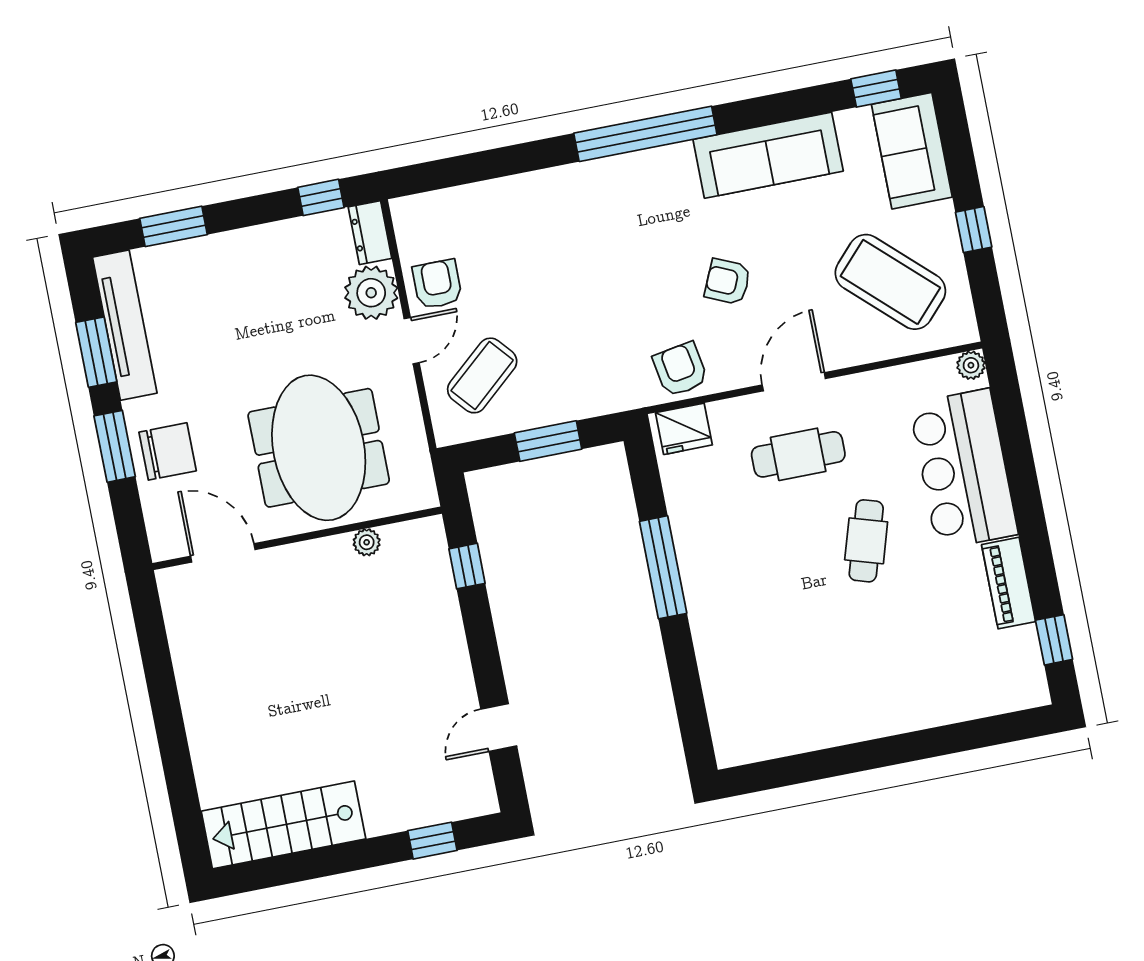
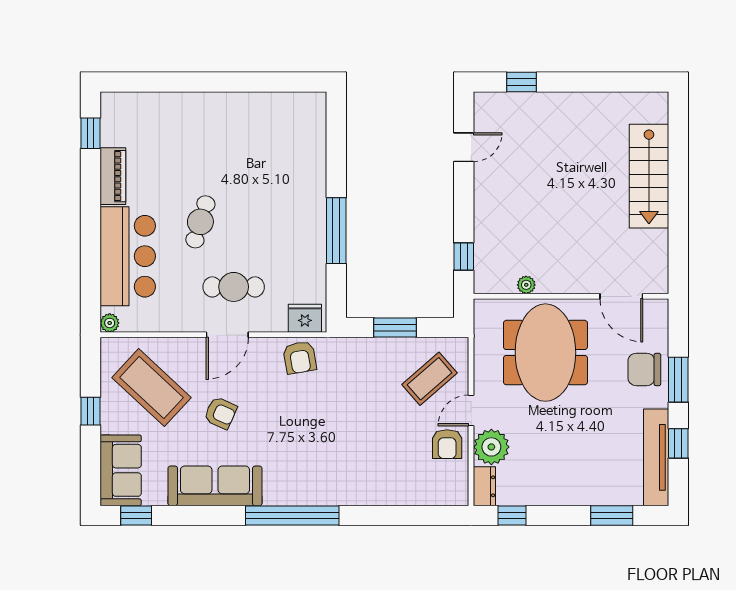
armchair: (728, 282) -> (221, 413), moved
window: (96, 352) -> (678, 443), width x0.67
stairs: (283, 825) -> (649, 176), moved, turned 90

